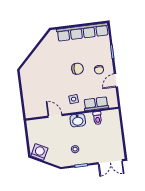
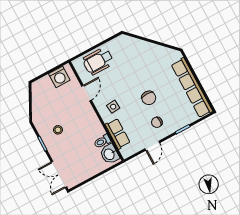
door: (116, 80) -> (152, 146), swing flipped
wheelchair: (34, 97) -> (98, 61), added
washbasin: (78, 120) -> (109, 154), moved
washing machine: (39, 152) -> (59, 77), moved, turned 63

